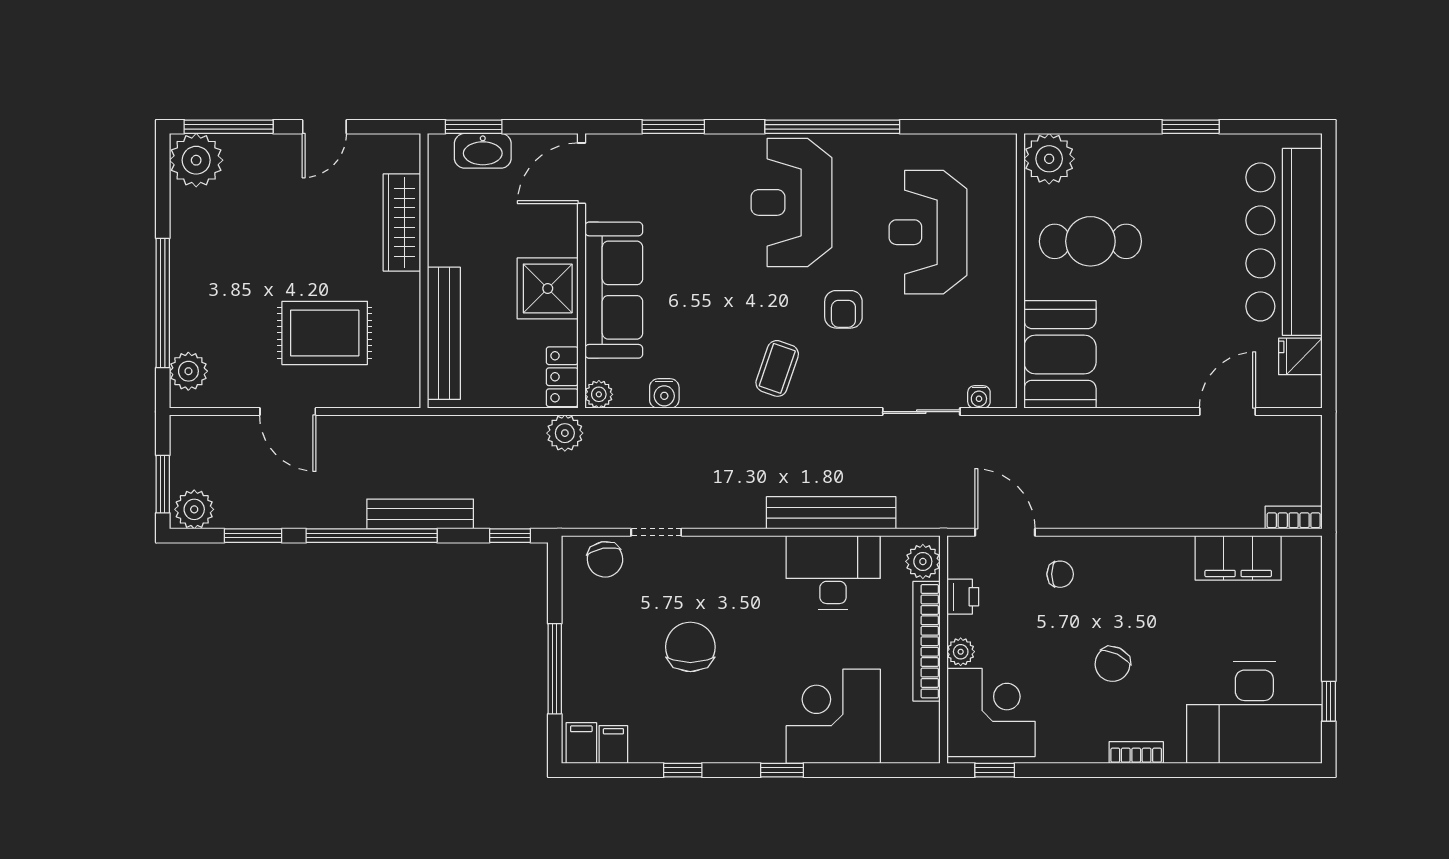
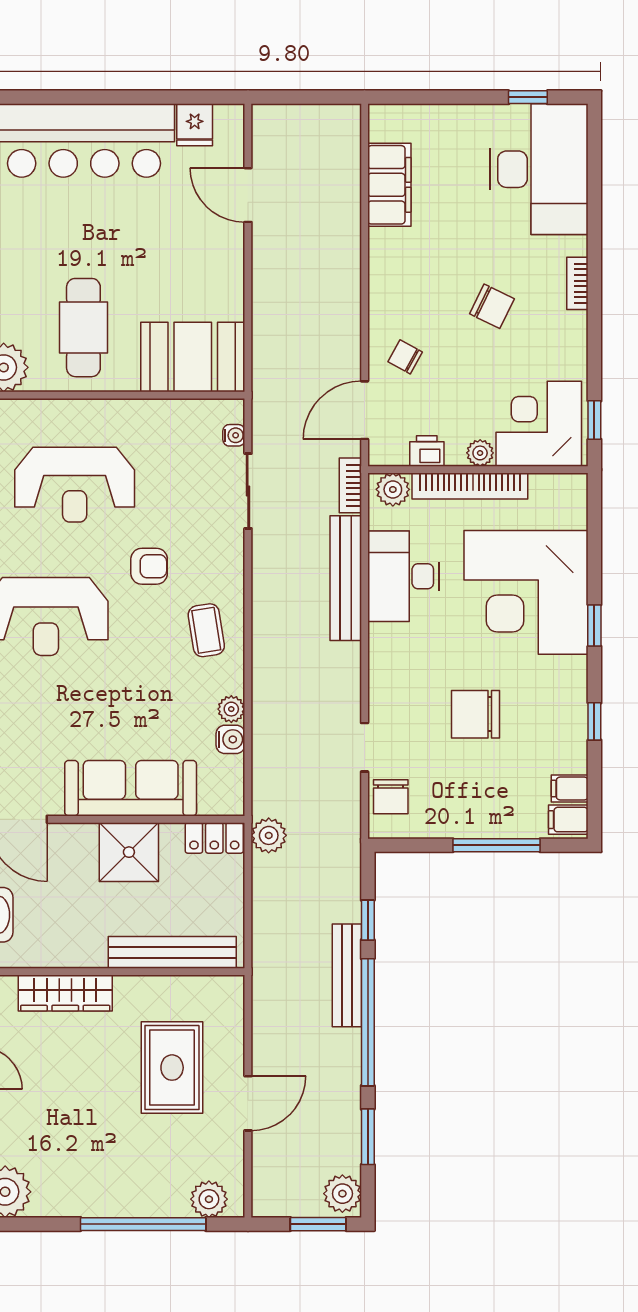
coffee table: (777, 368) -> (206, 630), turned 62
plant: (599, 394) -> (231, 709), moved
bookcase: (1294, 517) -> (350, 485), moved
window: (510, 536) -> (368, 920), moved
chair: (605, 559) -> (391, 797), turned 100
chair: (1060, 574) -> (405, 357), turned -61
corner desk: (833, 716) -> (526, 592), width x1.36, depth x1.36

